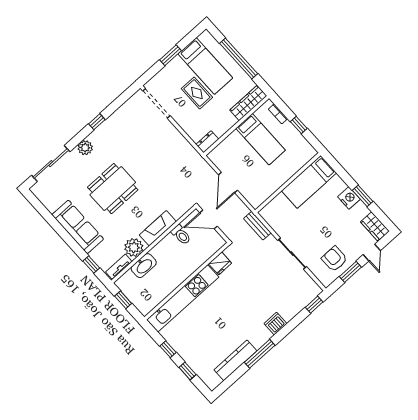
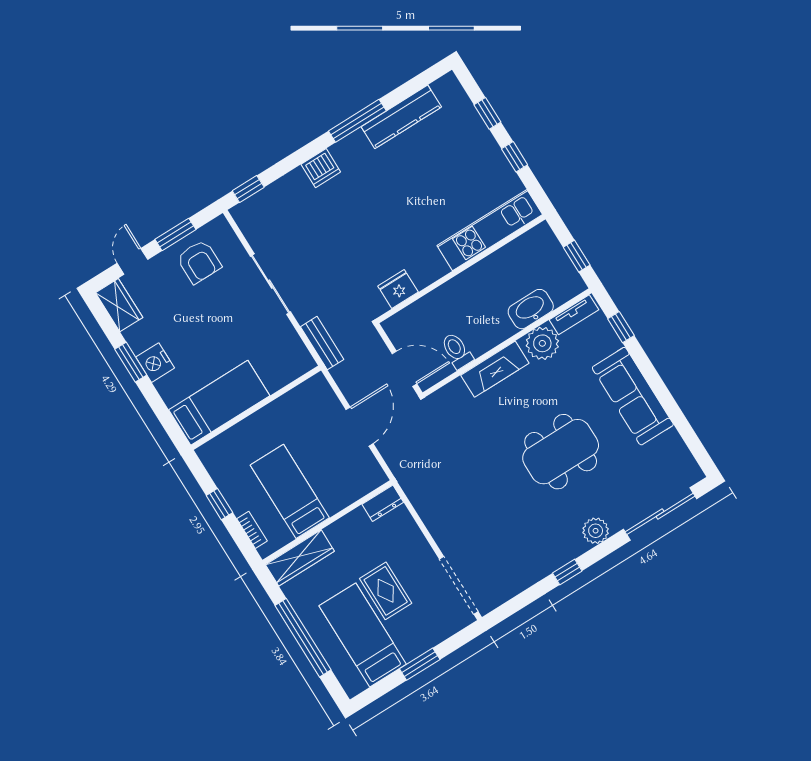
kitchen unit: (183, 298) -> (490, 230), width x0.73

